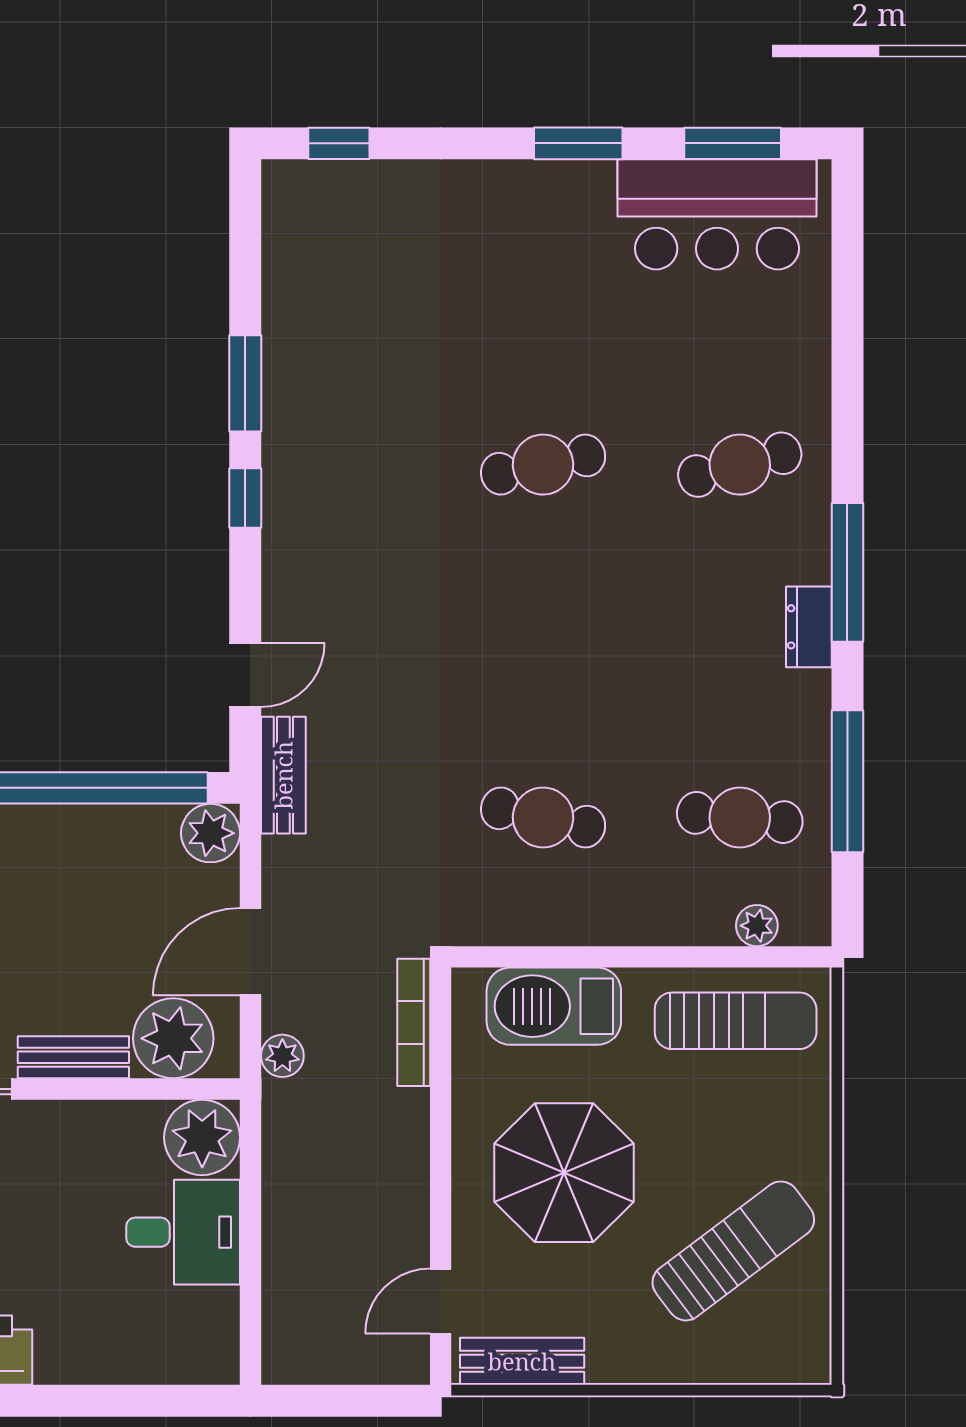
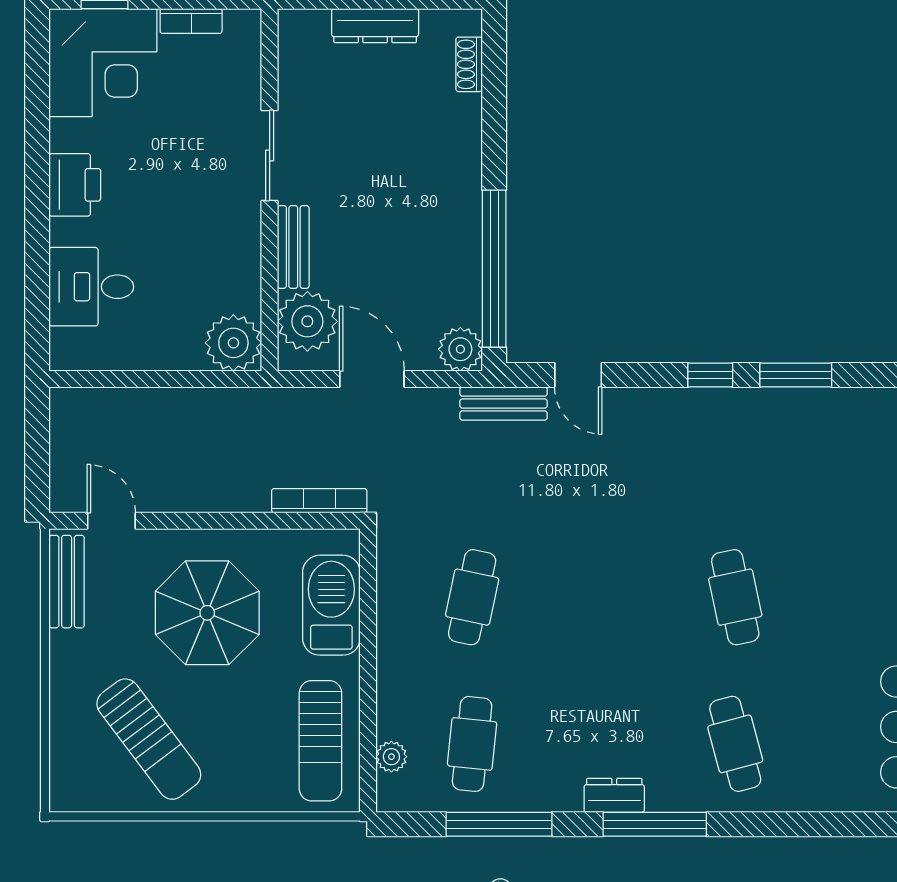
plant: (282, 1056) -> (294, 403), removed
desk: (183, 1232) -> (91, 287), moved, turned 90

